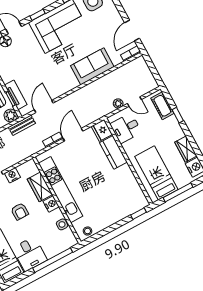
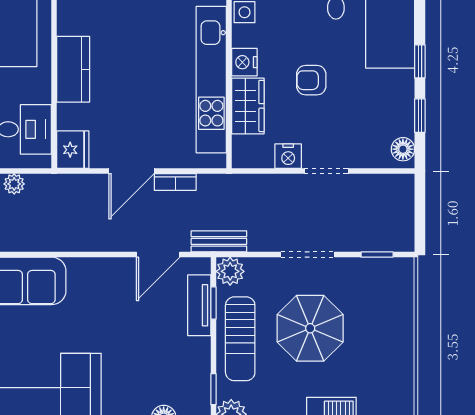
kitchen counter: (113, 152) -> (73, 69), moved
armchair: (20, 211) -> (311, 80), turned -90

